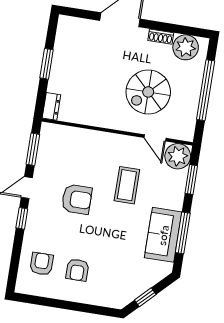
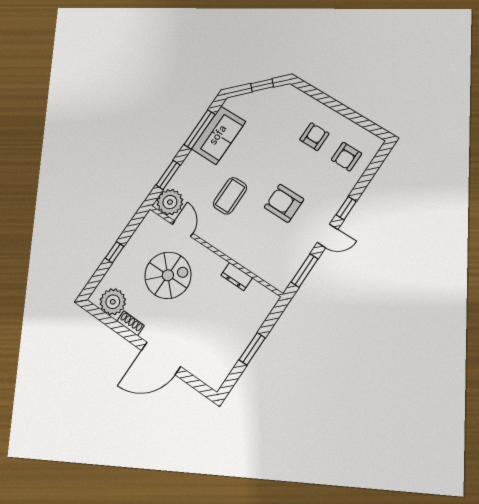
window: (206, 90) -> (114, 252), width x0.32
dresser: (51, 106) -> (237, 277), moved, turned -90

